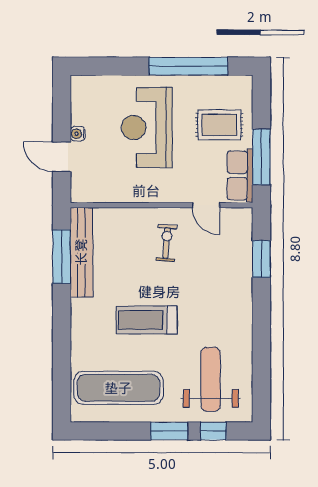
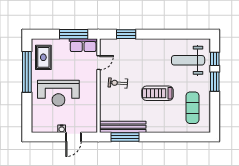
rug: (219, 125) -> (43, 57), moved
treadmill: (147, 320) -> (158, 93), turned 90
exercise mat: (118, 388) -> (193, 108), width x0.73, depth x0.69

